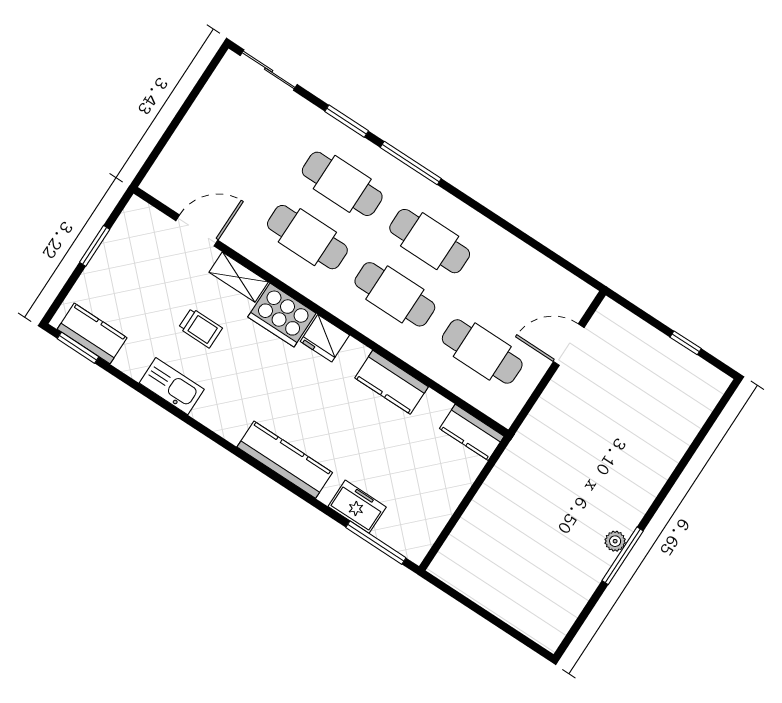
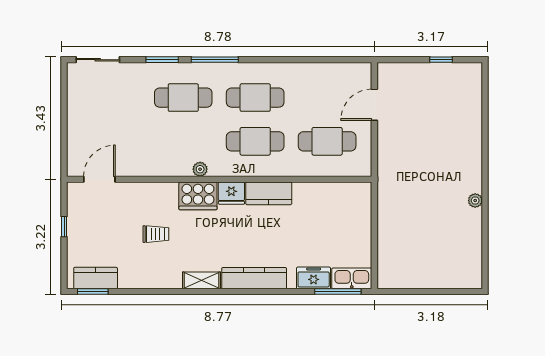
door: (197, 230) -> (99, 179), moved
cafe table: (307, 237) -> (183, 141), removed
window: (95, 246) -> (64, 227), width x0.67
shelving: (239, 277) -> (201, 280), moved
plant: (306, 284) -> (200, 169), added
kitchen counter: (392, 382) -> (269, 193), moved
kitchen sink: (172, 386) -> (352, 278), moved
kitchen counter: (472, 432) -> (352, 192), removed
window: (623, 556) -> (485, 206), removed

